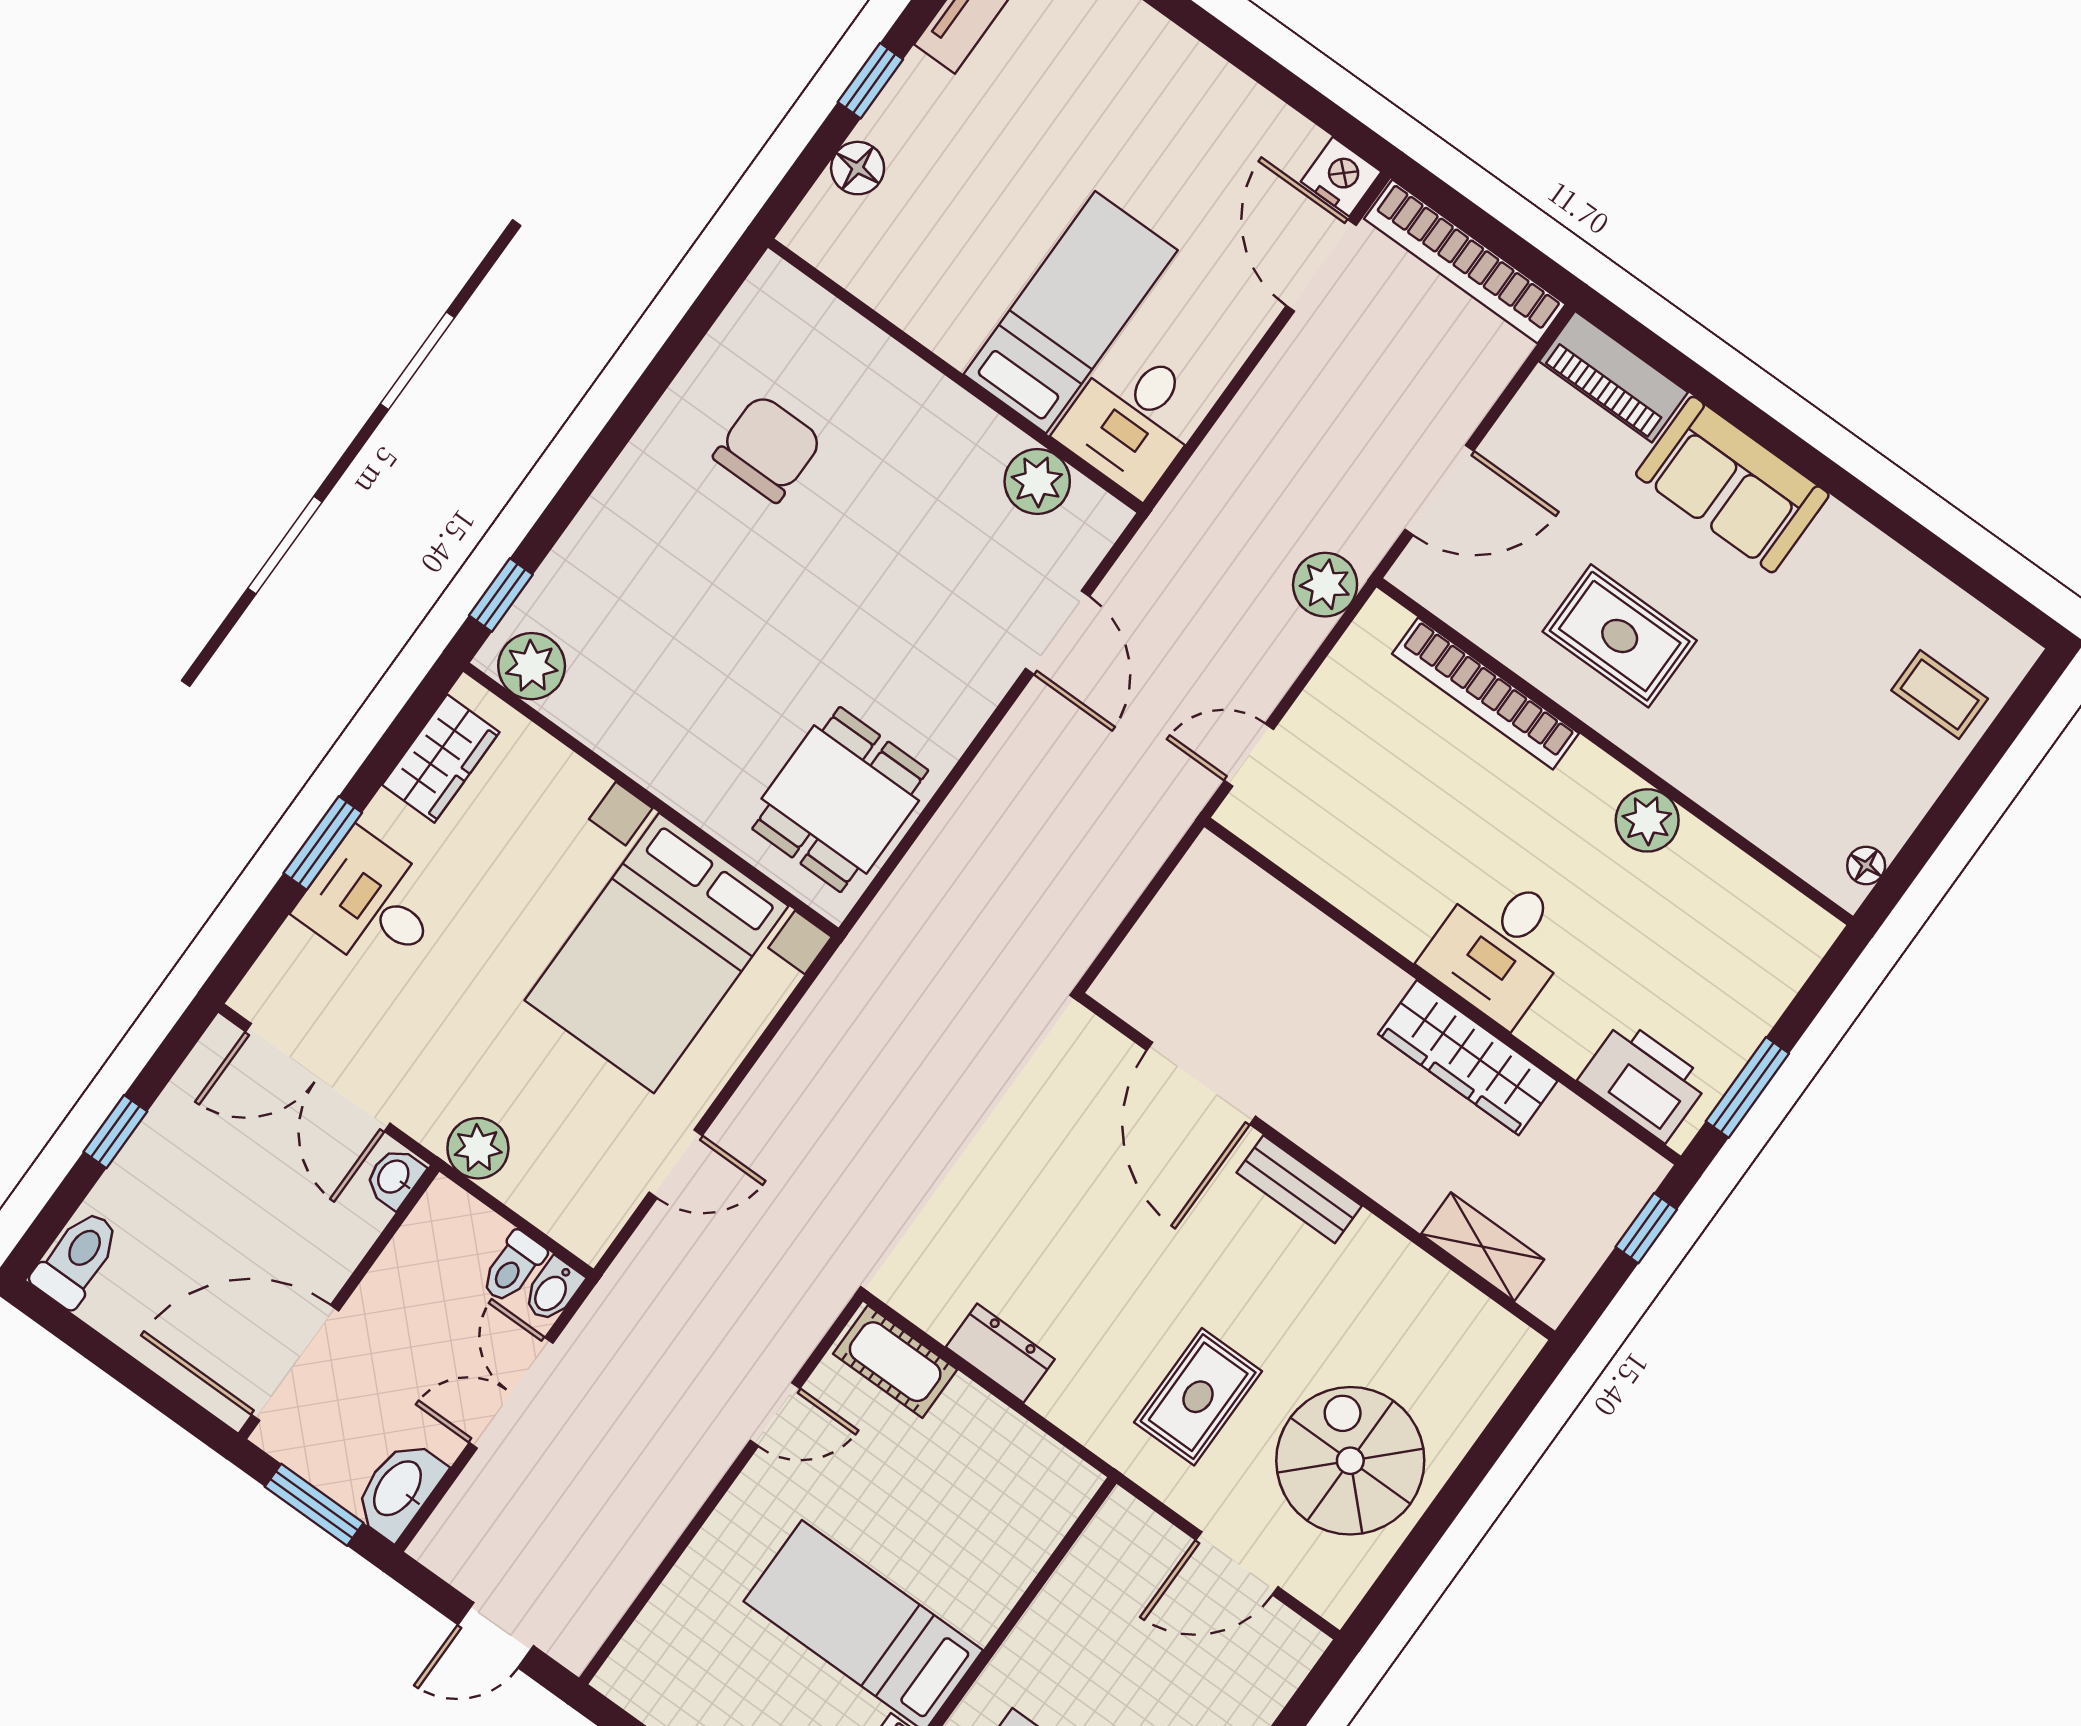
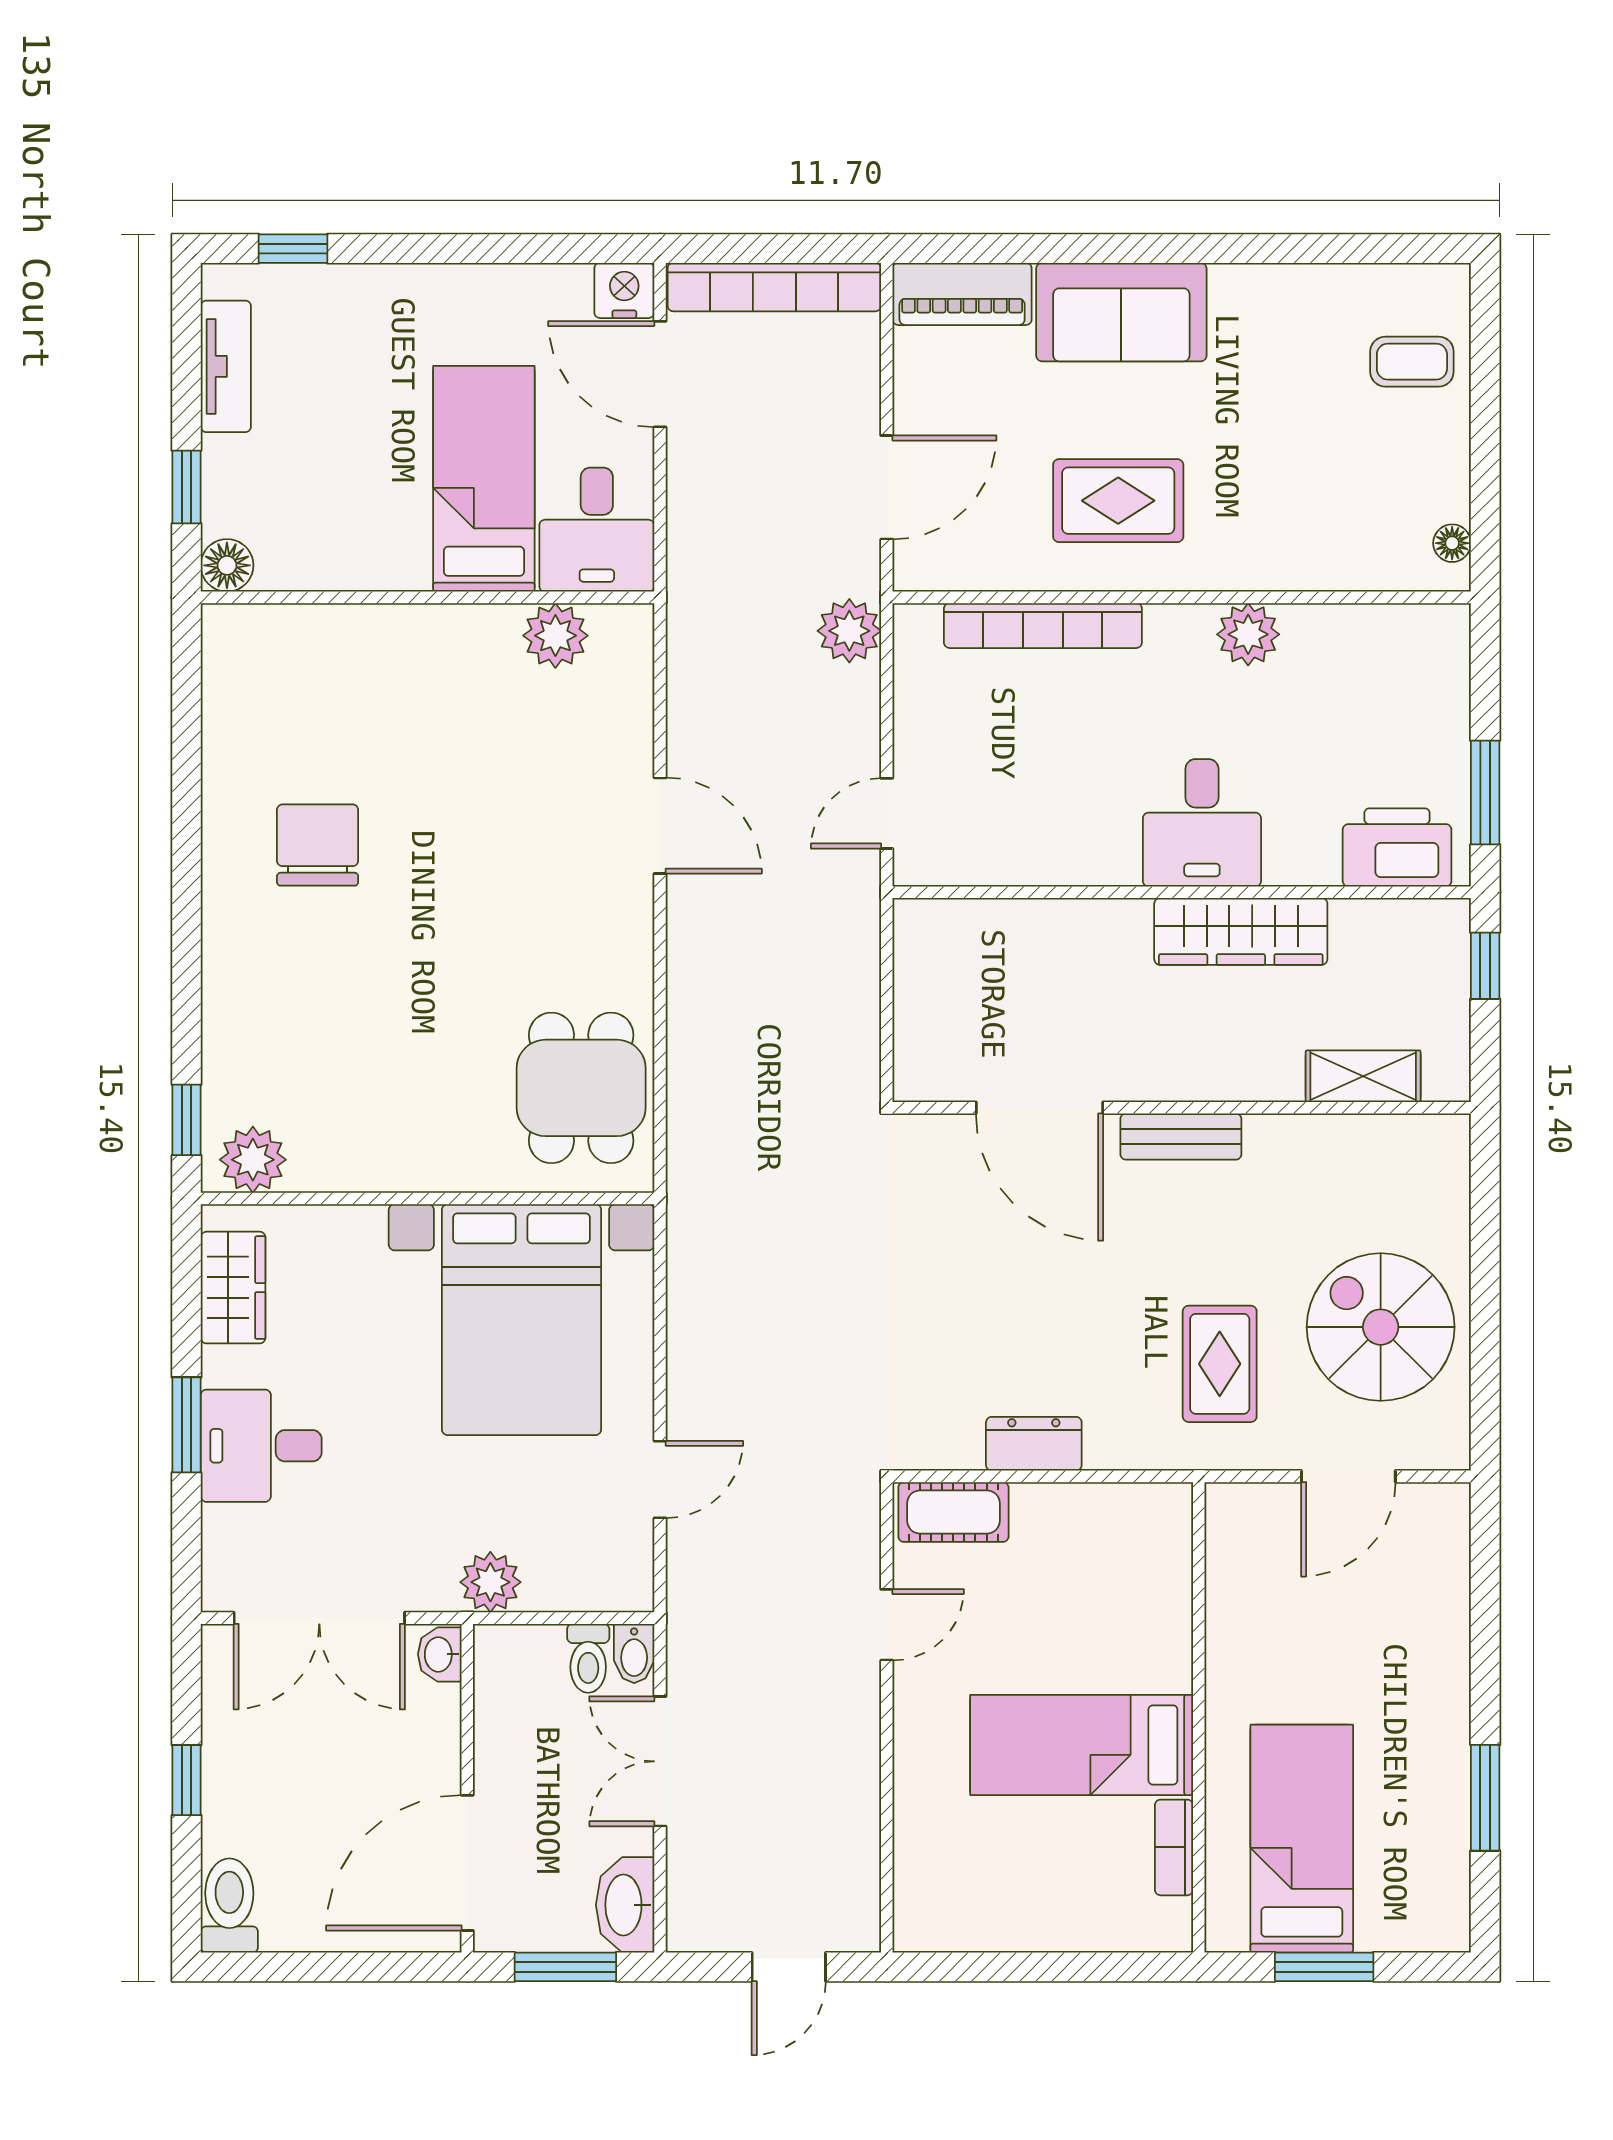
bed: (1071, 312) -> (484, 479), moved
wall: (955, 376) -> (427, 597), moved
desk: (1133, 420) -> (597, 530), moved
plant: (1037, 481) -> (555, 636), moved

